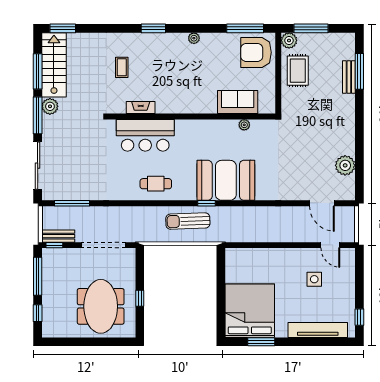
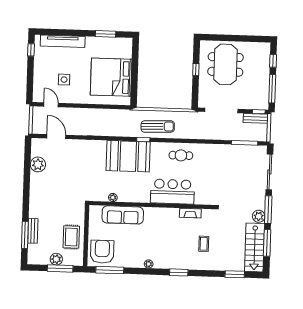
window: (63, 28) -> (235, 274), moved
plant: (289, 41) -> (56, 259), moved
armchair: (256, 52) -> (102, 252), turned -90
sofa: (238, 102) -> (123, 215), width x1.36
bar counter: (145, 135) -> (172, 192), moved
bed: (250, 311) -> (111, 77), moved, turned 90

